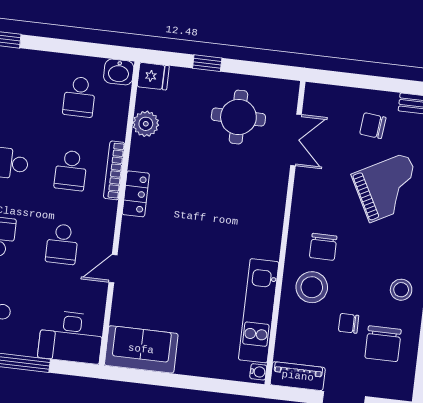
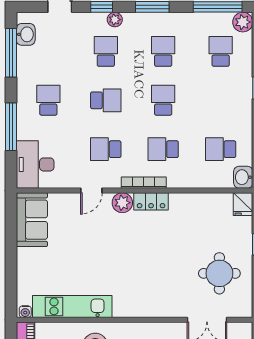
plant: (146, 124) -> (122, 203), moved
bookcase: (114, 170) -> (144, 183), moved
door: (113, 269) -> (91, 191), swing flipped

